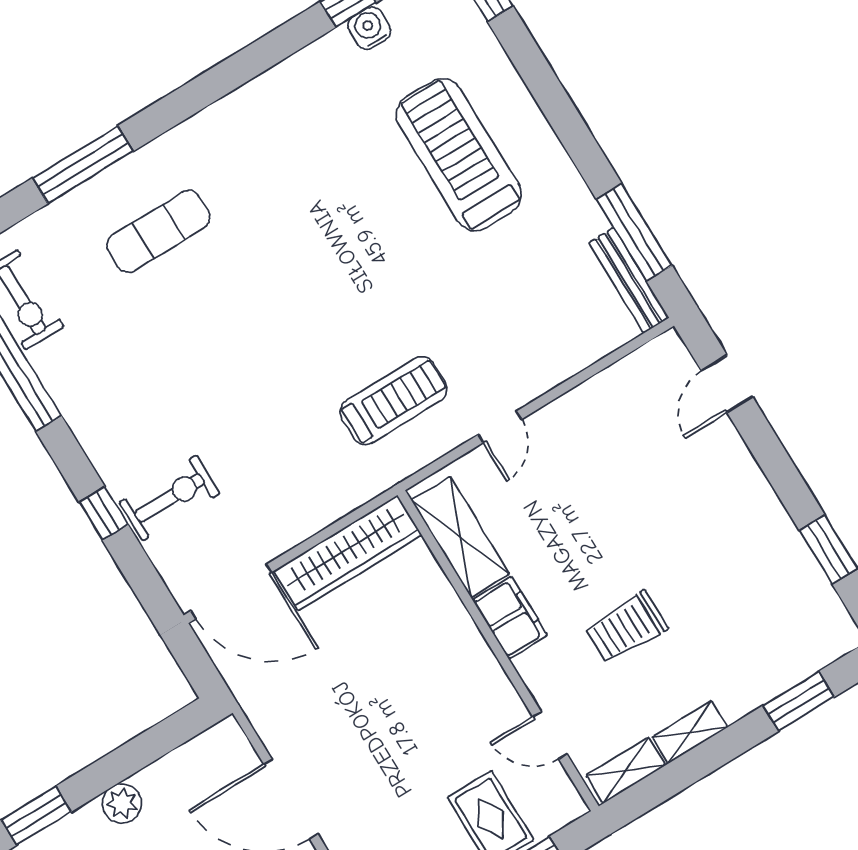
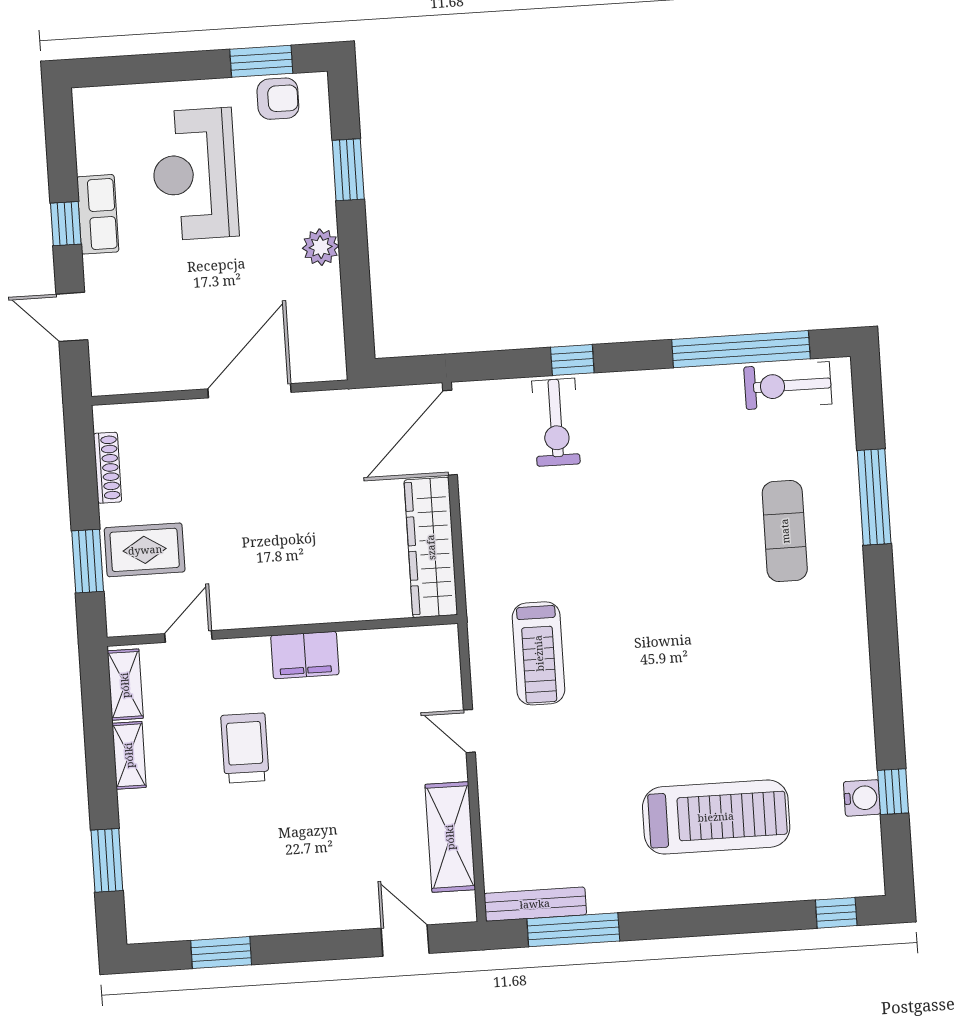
shelving: (460, 537) -> (450, 837), moved, turned 90

